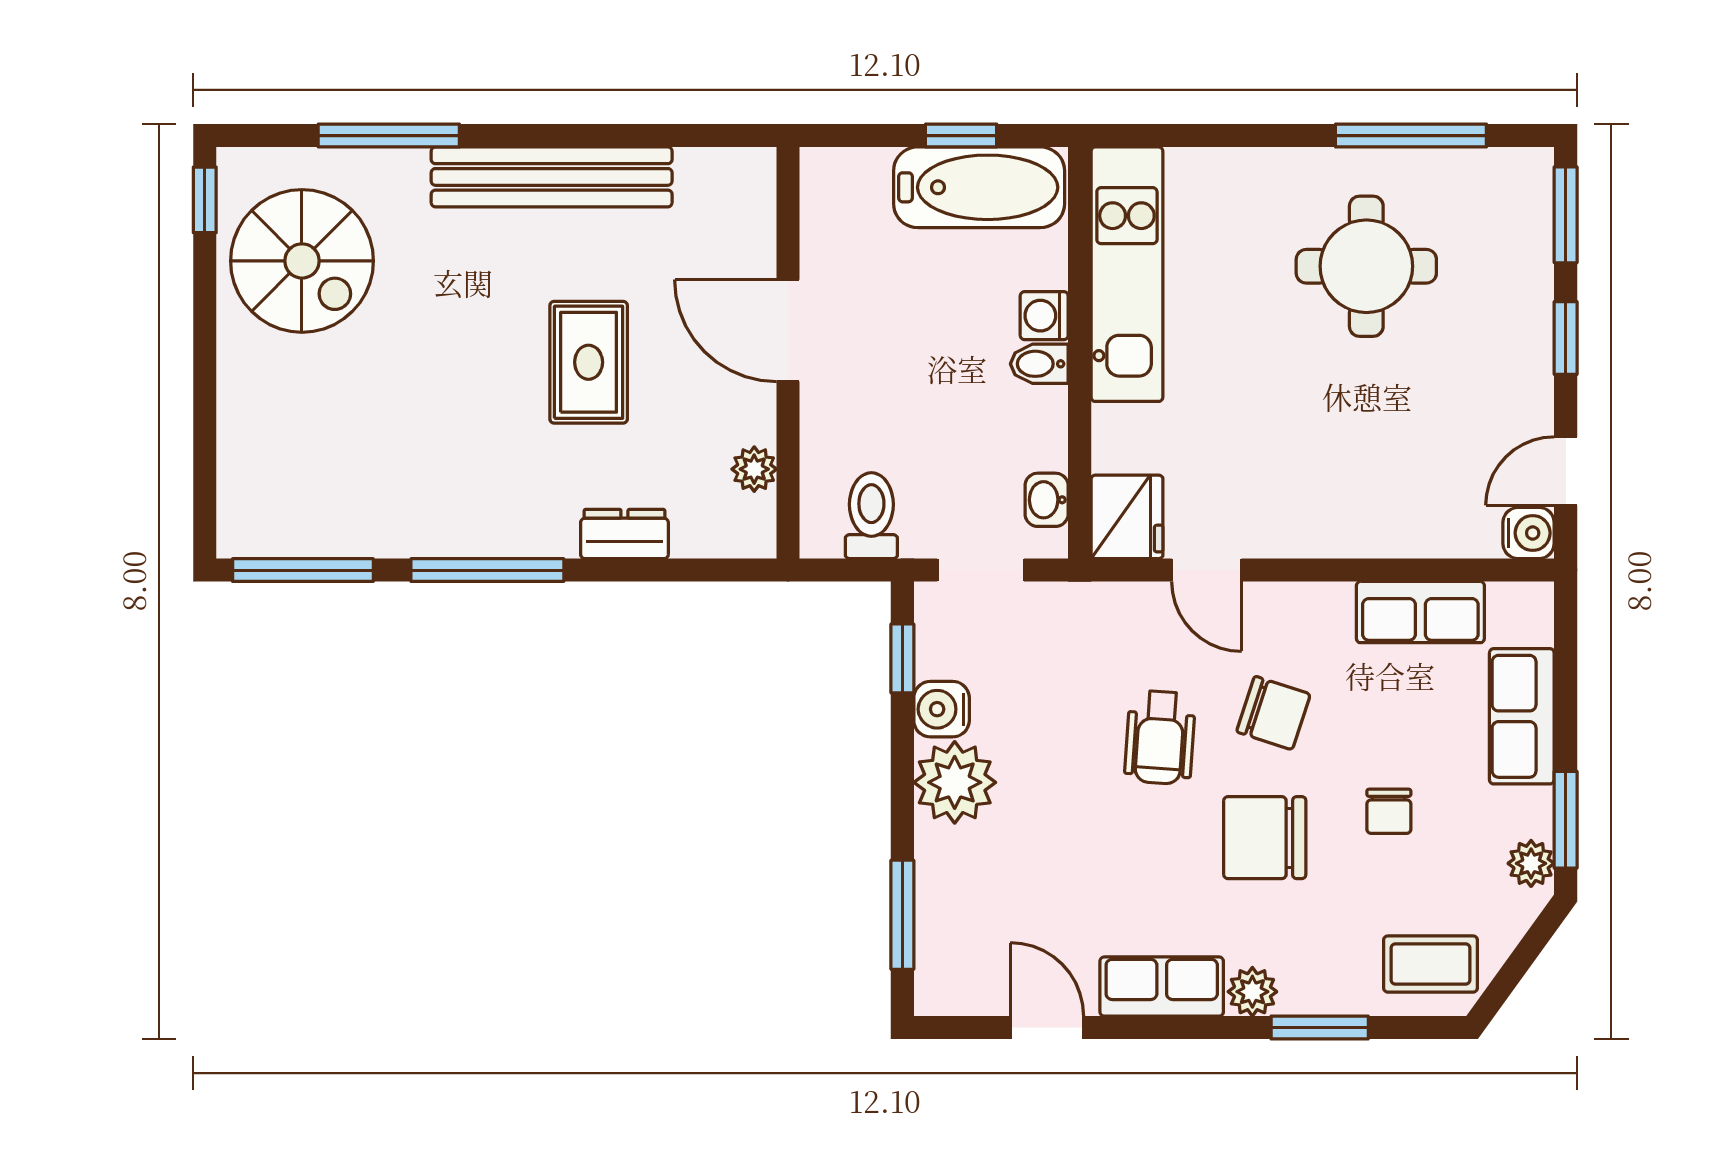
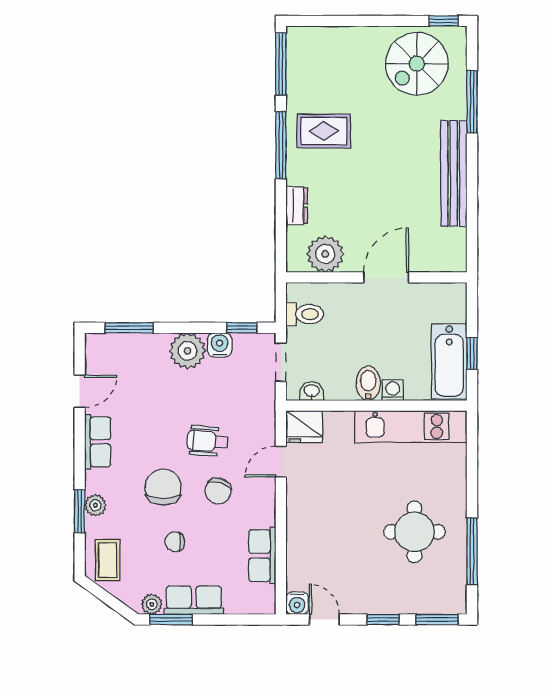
rug: (589, 362) -> (324, 131), moved
bidet: (1039, 364) -> (368, 383), width x1.38, depth x1.36
plant: (754, 469) -> (325, 254), width x1.87, depth x1.87
row of seats: (1522, 716) -> (194, 600), moved
plant: (1252, 992) -> (95, 505), moved

